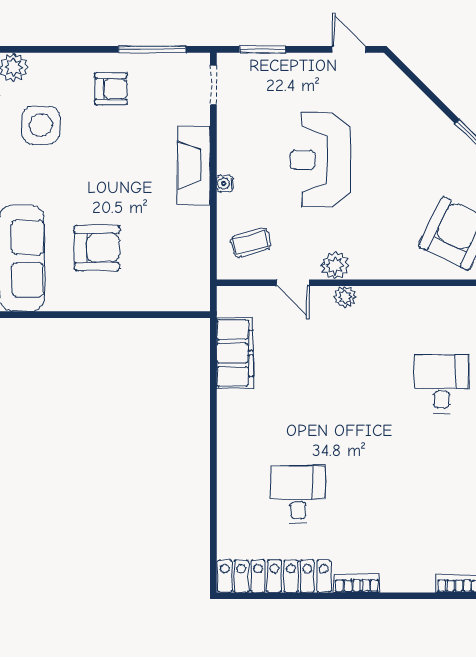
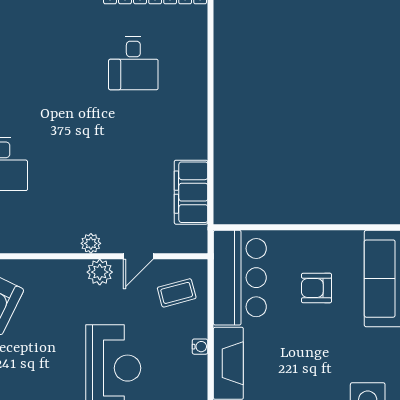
armchair: (97, 248) -> (317, 288), width x0.72, depth x0.72
bar counter: (181, 259) -> (240, 278), added
door: (293, 283) -> (138, 256), swing flipped

